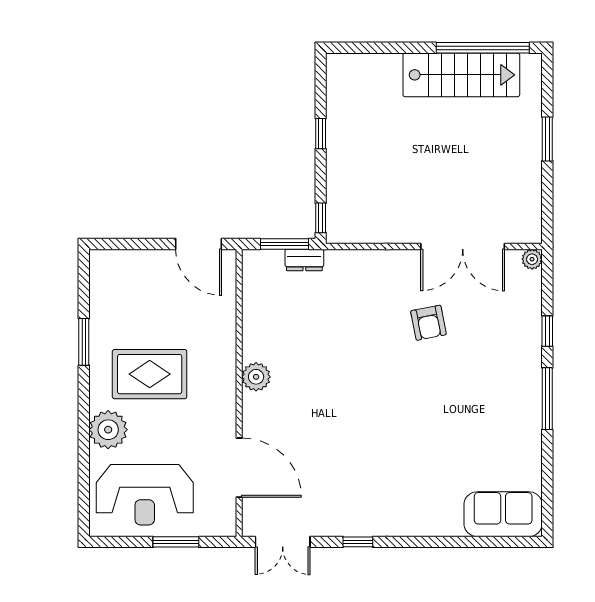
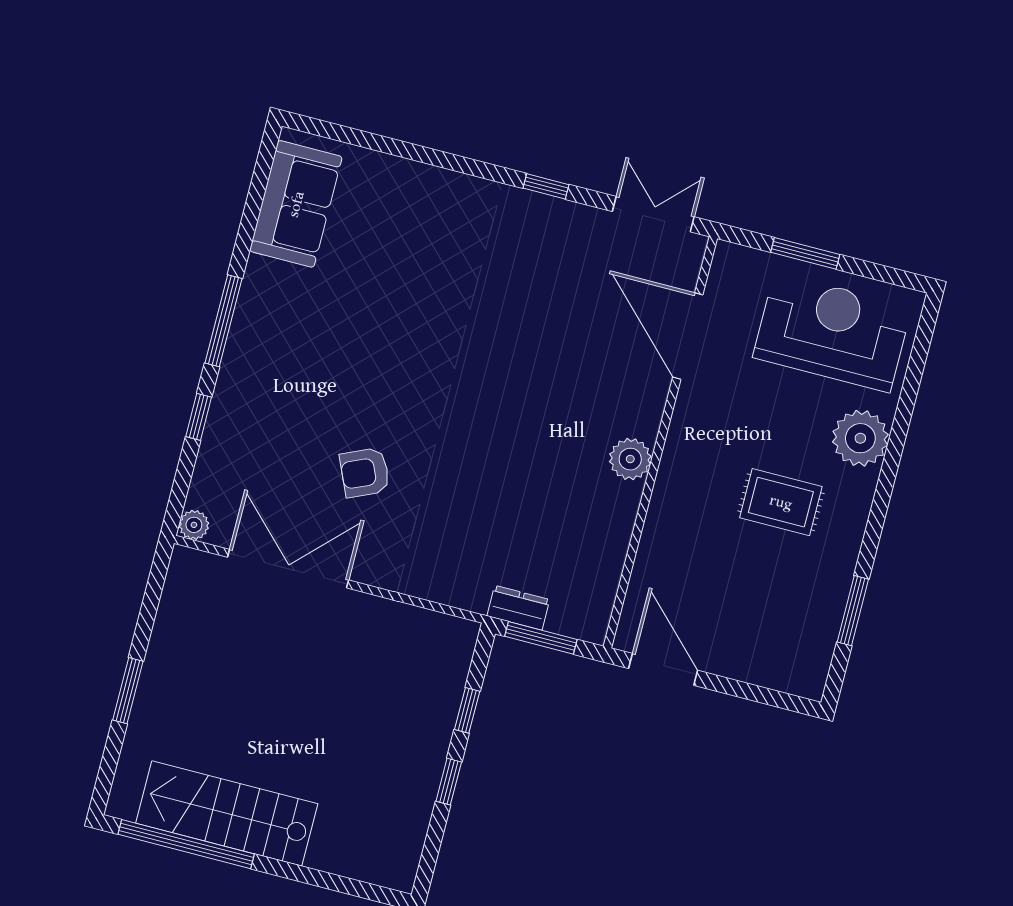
window: (321, 218) -> (467, 710), moved
armchair: (428, 323) -> (365, 473), turned -103
window: (84, 342) -> (853, 611), moved
rug: (150, 374) -> (781, 502), width x0.73, depth x0.70
sofa: (503, 514) -> (296, 204), moved, turned -90

